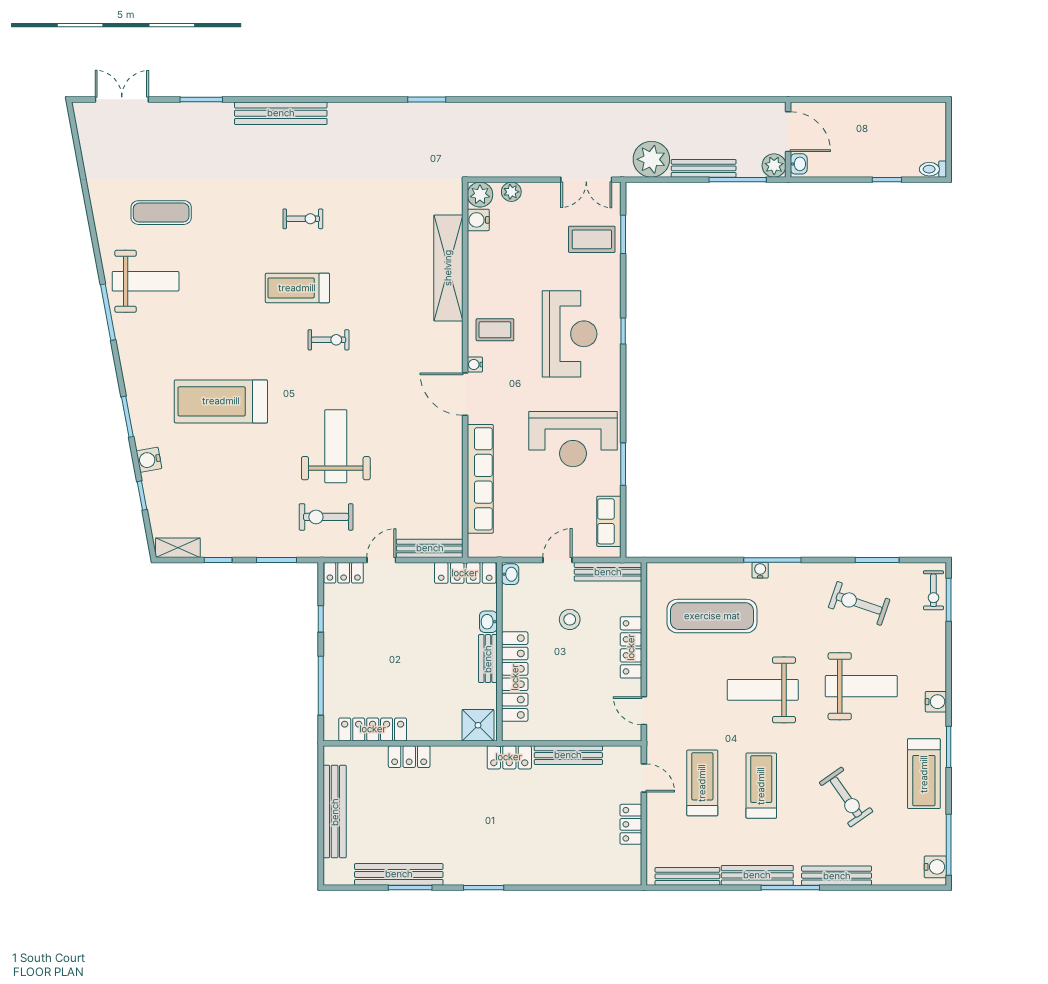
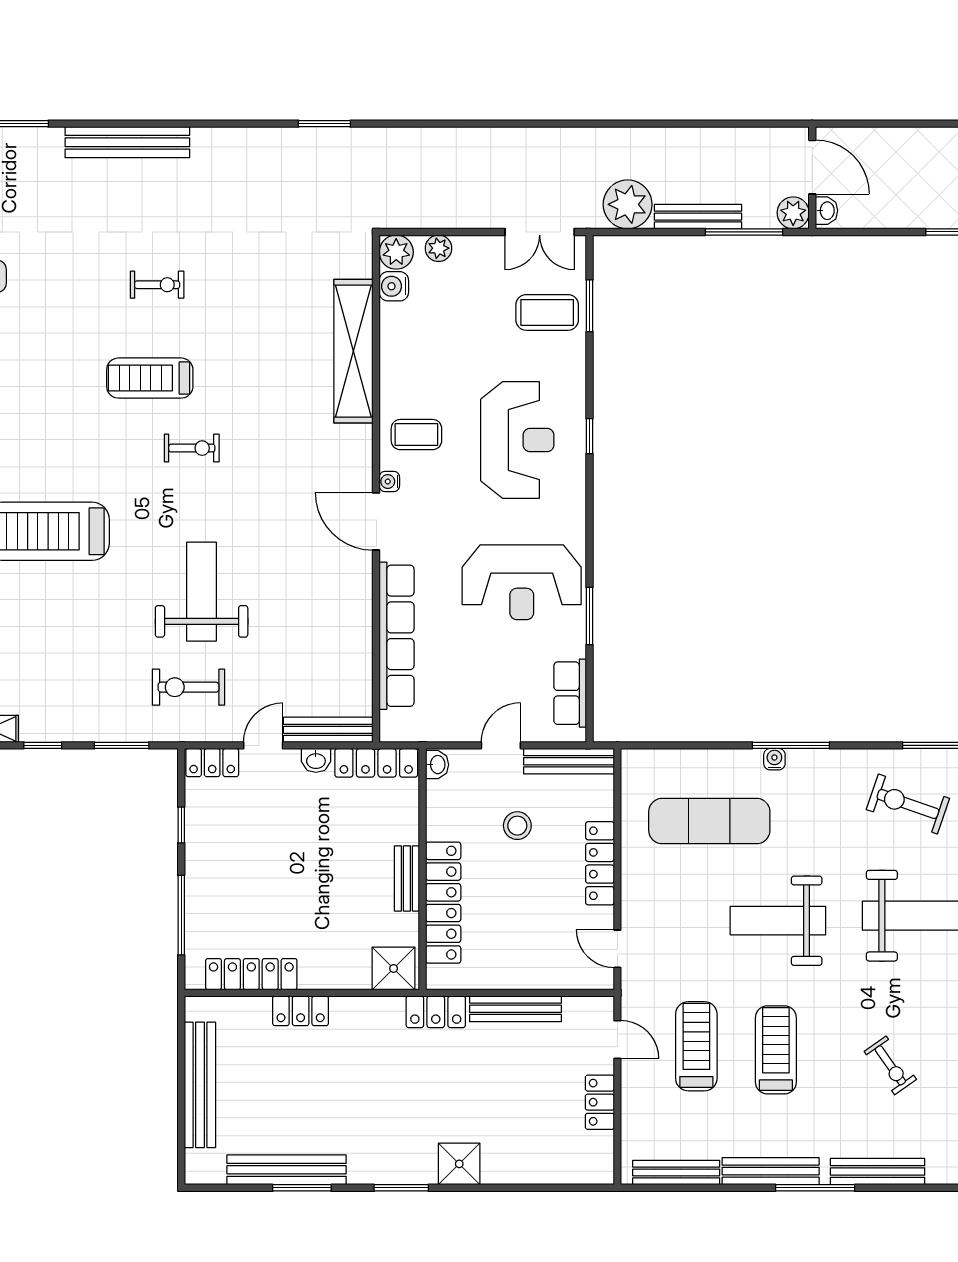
washbasin: (488, 622) -> (316, 760), moved, turned -90
exercise bike: (846, 797) -> (890, 1065), width x0.73, depth x0.72
shower: (527, 870) -> (459, 1164), added

